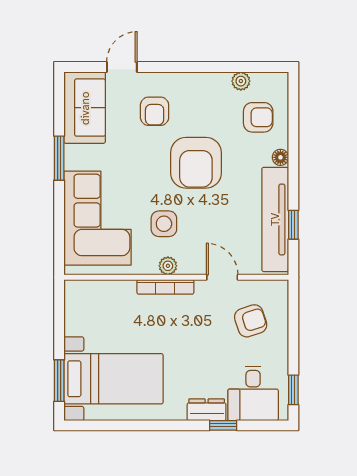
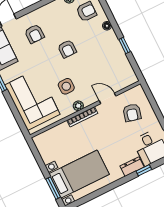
armchair: (196, 163) -> (67, 49), width x0.53, depth x0.53
tv unit: (275, 219) -> (119, 57), removed
window: (293, 225) -> (125, 46), moved
armchair: (251, 321) -> (132, 113), turned 122

